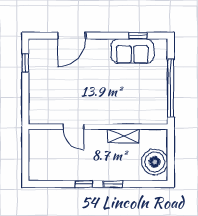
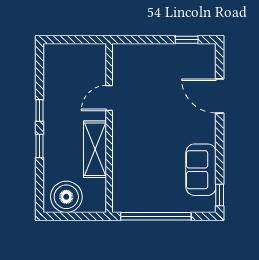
window: (138, 36) -> (220, 195), moved
shelving: (123, 136) -> (95, 149), width x1.50, depth x1.33

